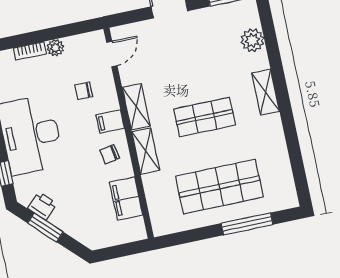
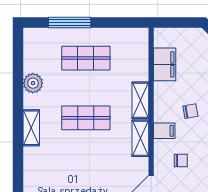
plant: (252, 40) -> (33, 83), moved
chair: (110, 154) -> (190, 111), moved
shop shelf: (219, 187) -> (86, 58), width x0.70, depth x0.74

